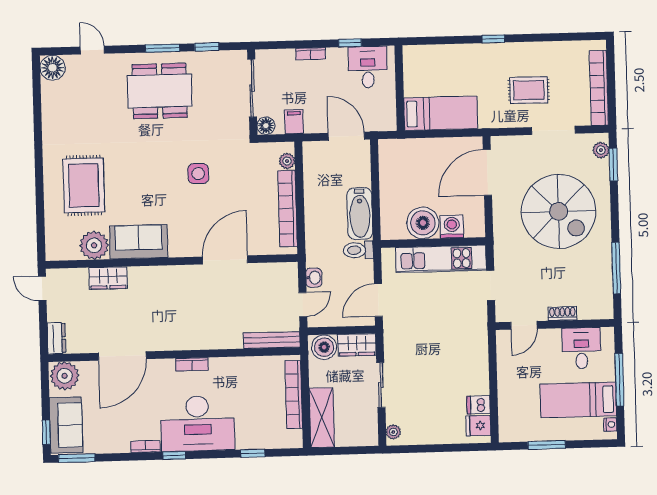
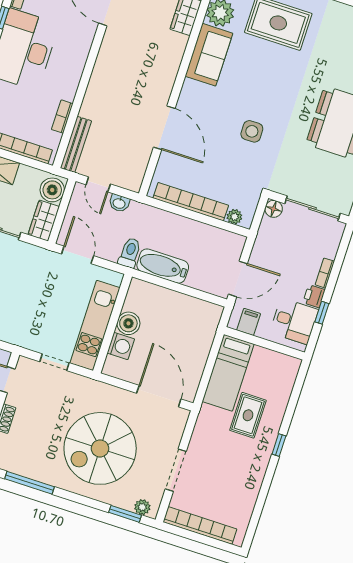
printer: (337, 56) -> (314, 296), added
rug: (529, 90) -> (248, 415), moved
filing cabinet: (294, 122) -> (249, 322), moved, turned -90
boiler: (423, 223) -> (128, 323), width x0.73, depth x0.73
bookcase: (192, 364) -> (62, 117), moved

